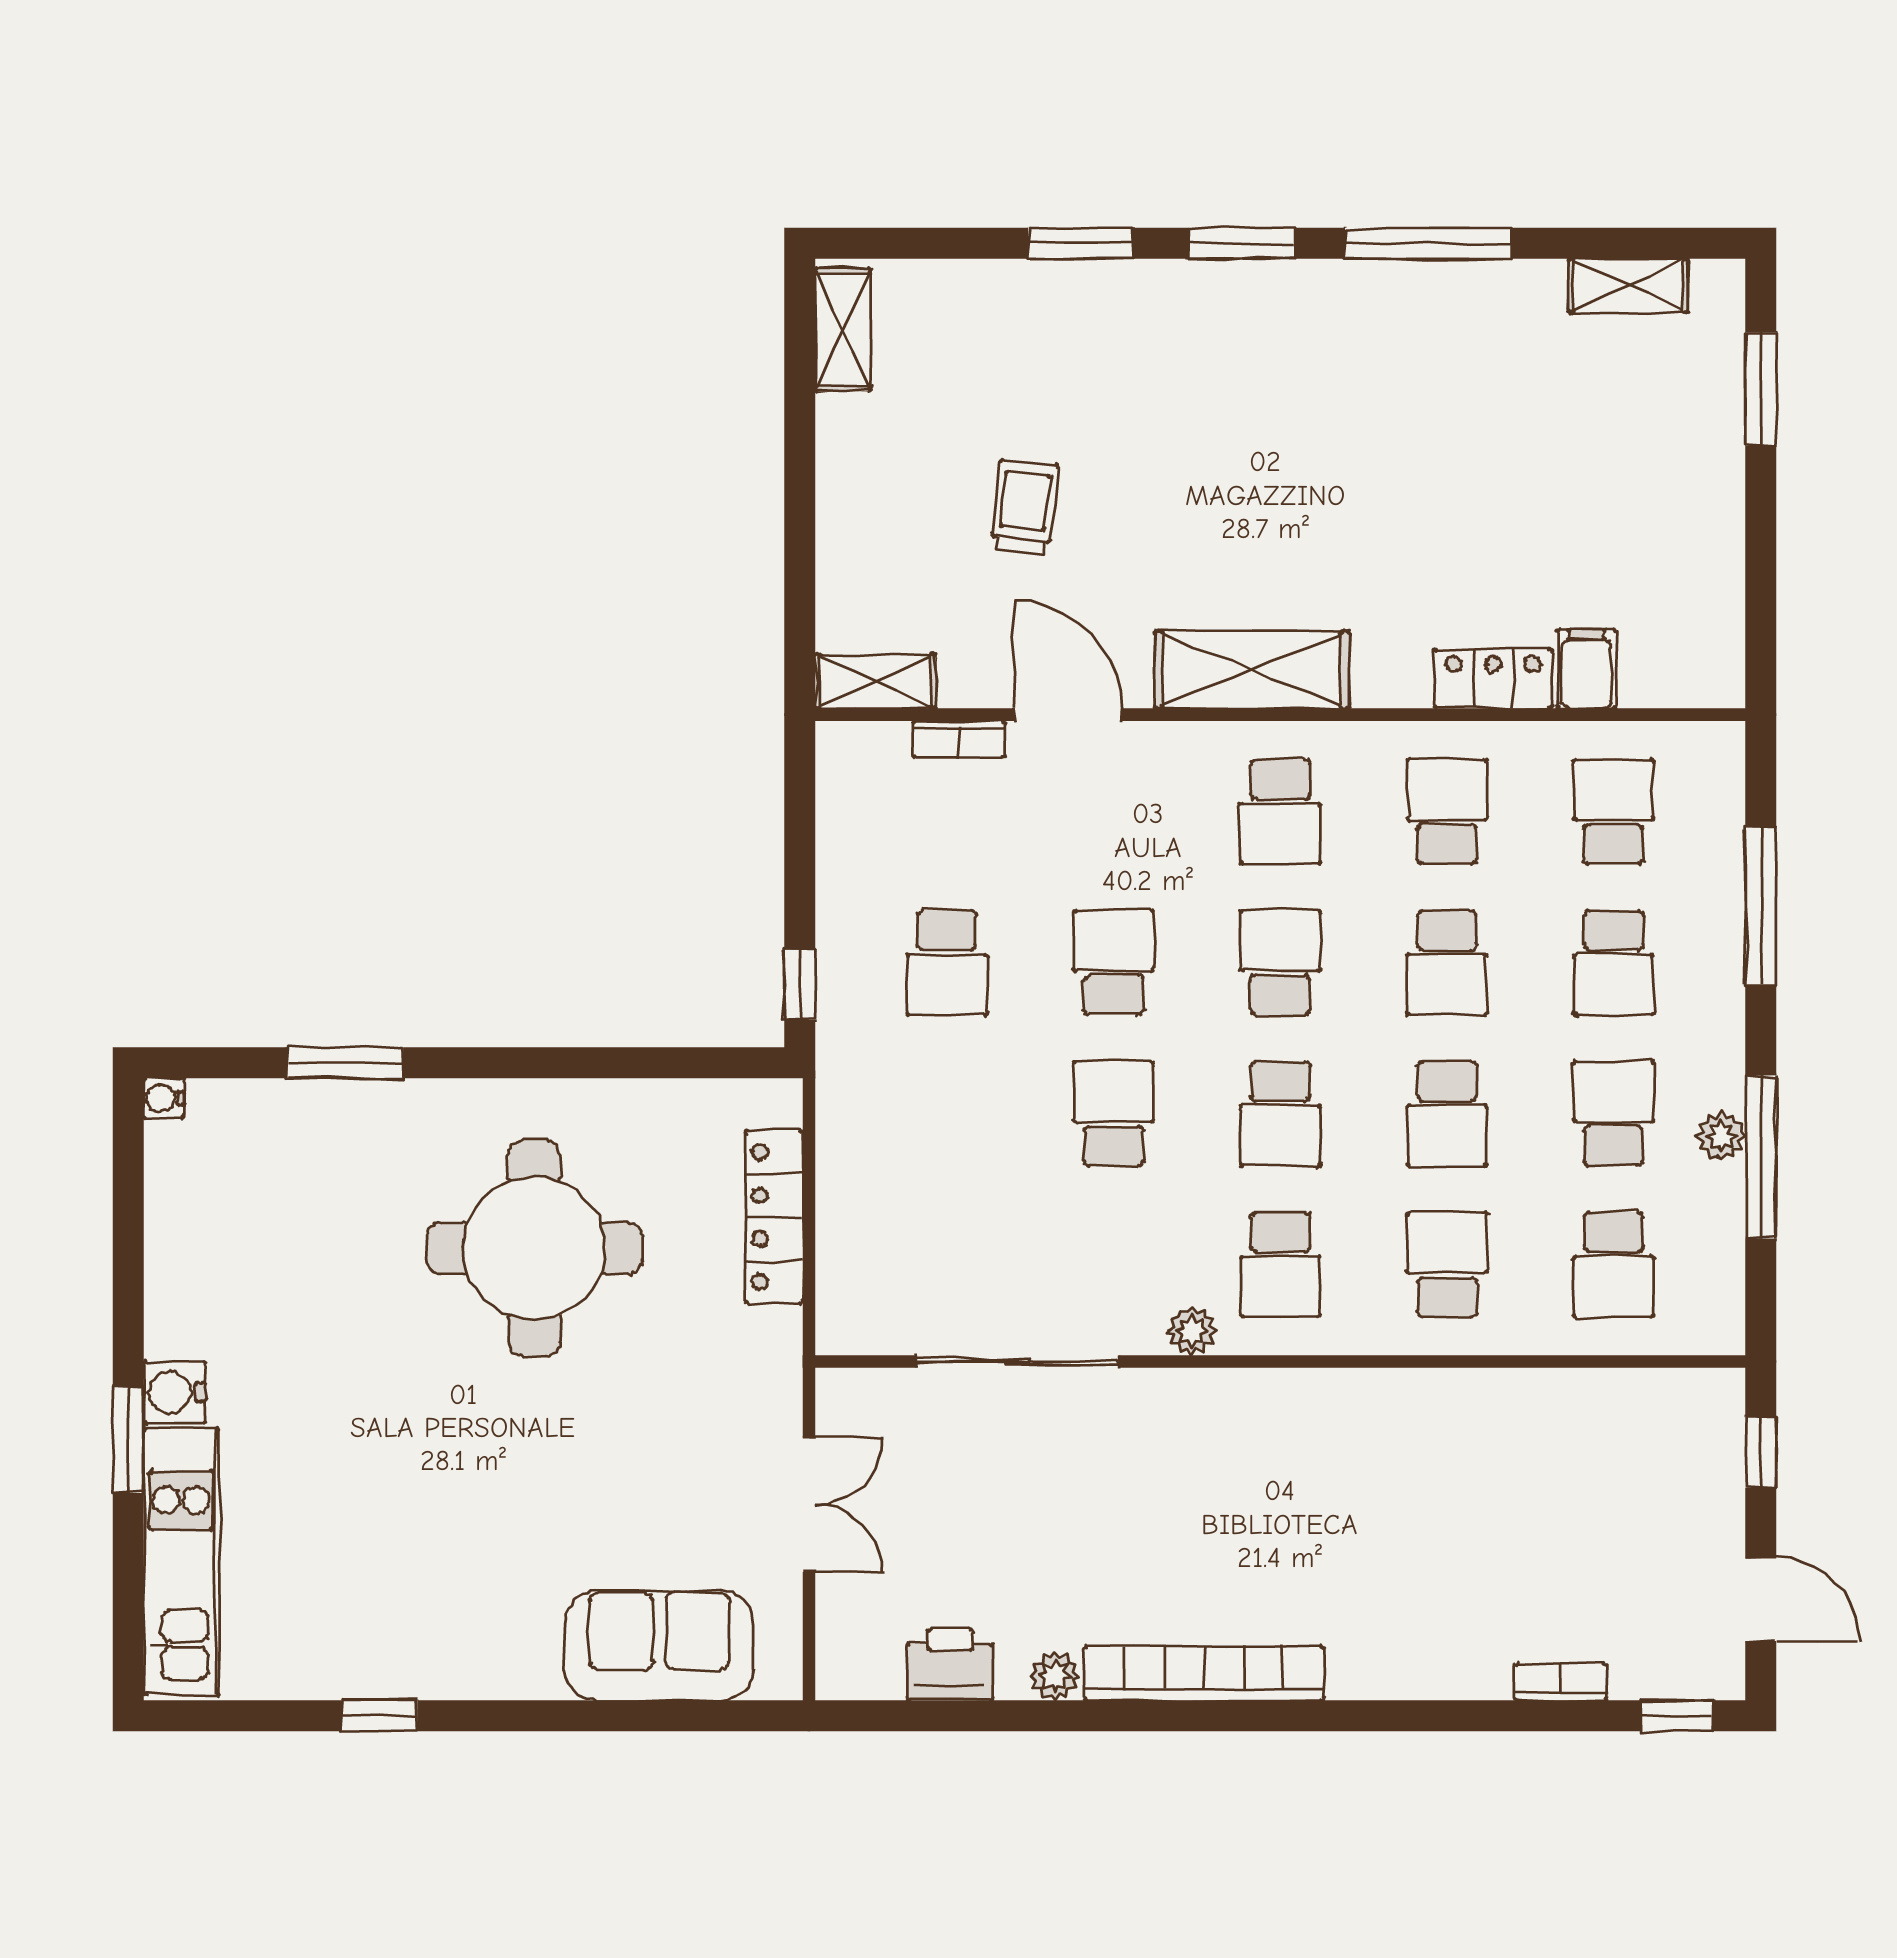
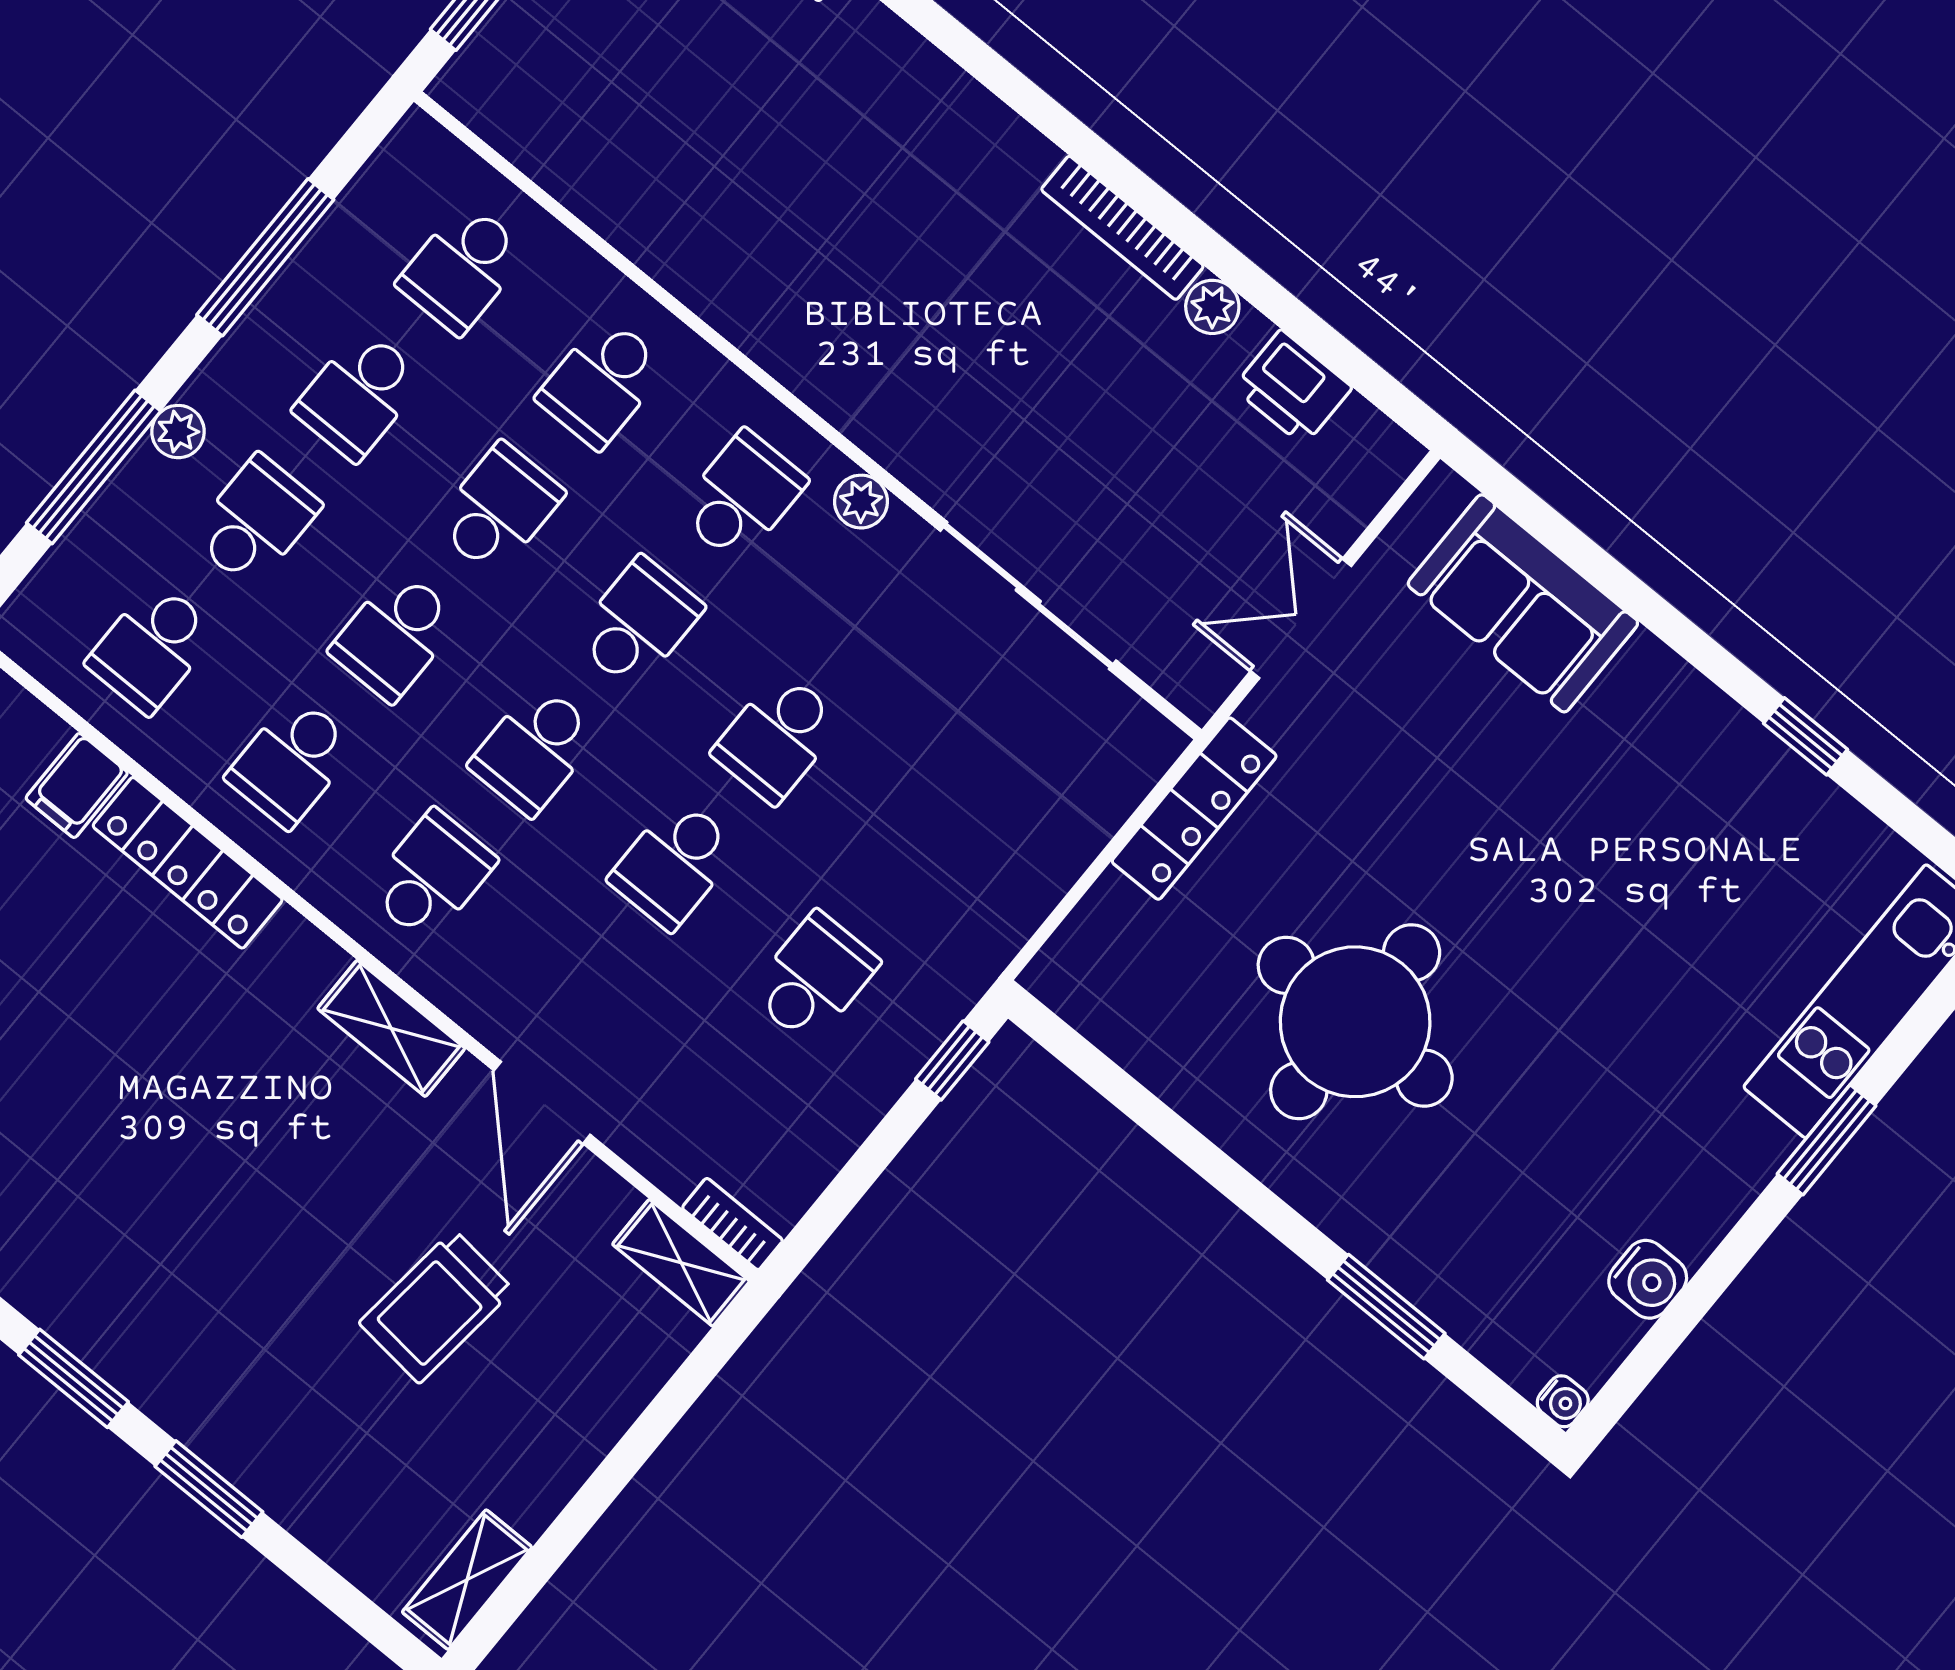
trolley: (1025, 507) -> (436, 1306), width x1.36, depth x1.39
shelving: (1252, 670) -> (391, 1028), width x0.67, depth x0.75
locker: (1493, 679) -> (188, 863), width x1.53
bookcase: (959, 739) -> (732, 1224), moved
school desk: (1447, 963) -> (395, 635), turned 180
plant: (1721, 1136) -> (178, 432), moved
locker: (774, 1217) -> (1194, 809), moved
school desk: (1614, 1265) -> (462, 268), turned 180
water cooler: (174, 1392) -> (1648, 1279), moved
bookcase: (1204, 1673) -> (1122, 228), width x0.68, depth x0.76

